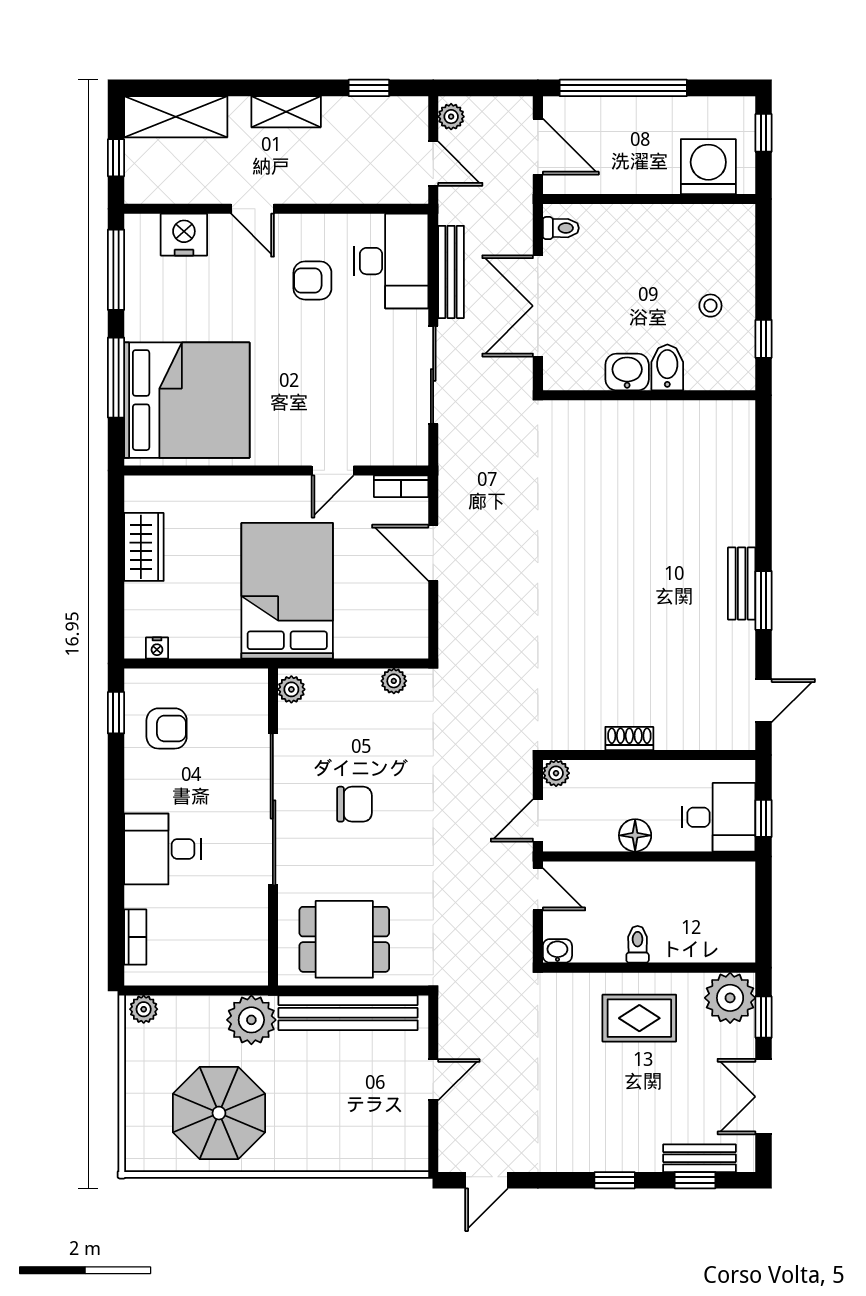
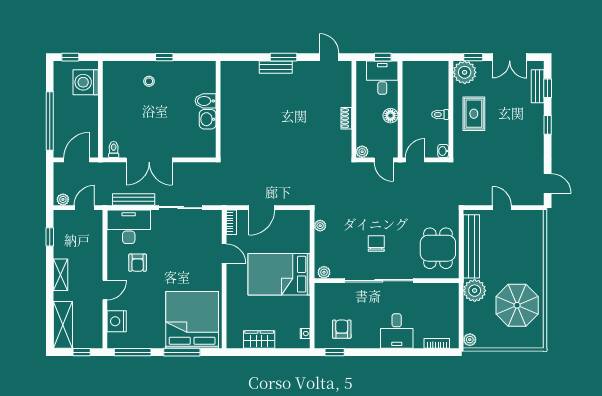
bidet: (667, 367) -> (206, 101), moved
washbasin: (627, 372) -> (208, 119), moved
wall: (649, 395) -> (218, 109), moved

